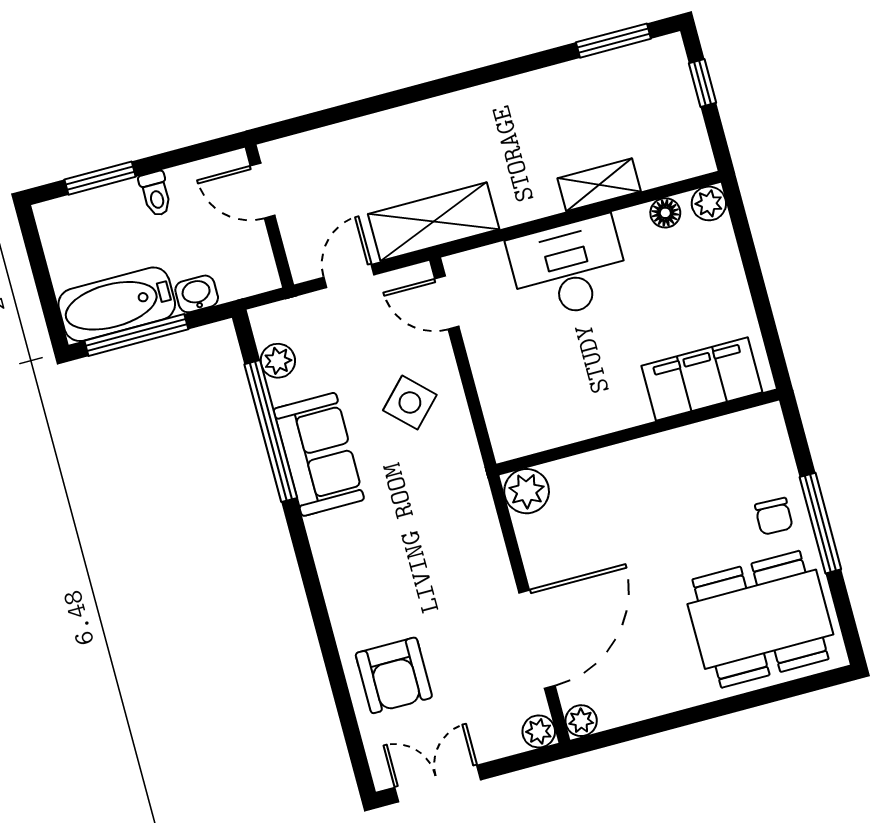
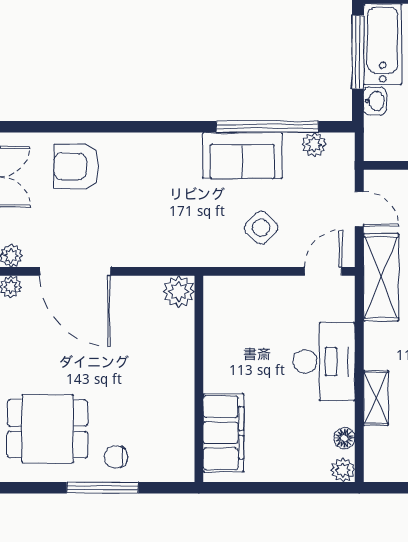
dining table: (760, 619) -> (47, 429), width x0.73

